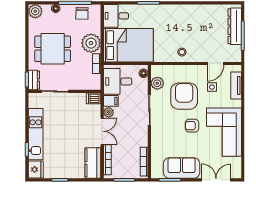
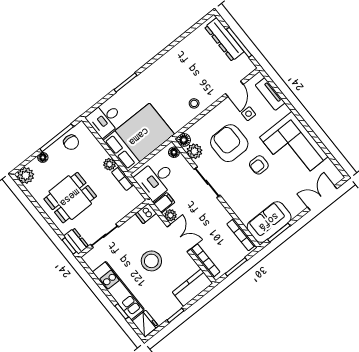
plant: (91, 43) -> (110, 164), width x0.53, depth x0.53
floor lamp: (156, 70) -> (184, 140), added
stool: (72, 132) -> (151, 261), added
kitchen counter: (93, 163) -> (192, 288), moved, turned 90
sofa: (182, 168) -> (269, 222), moved

